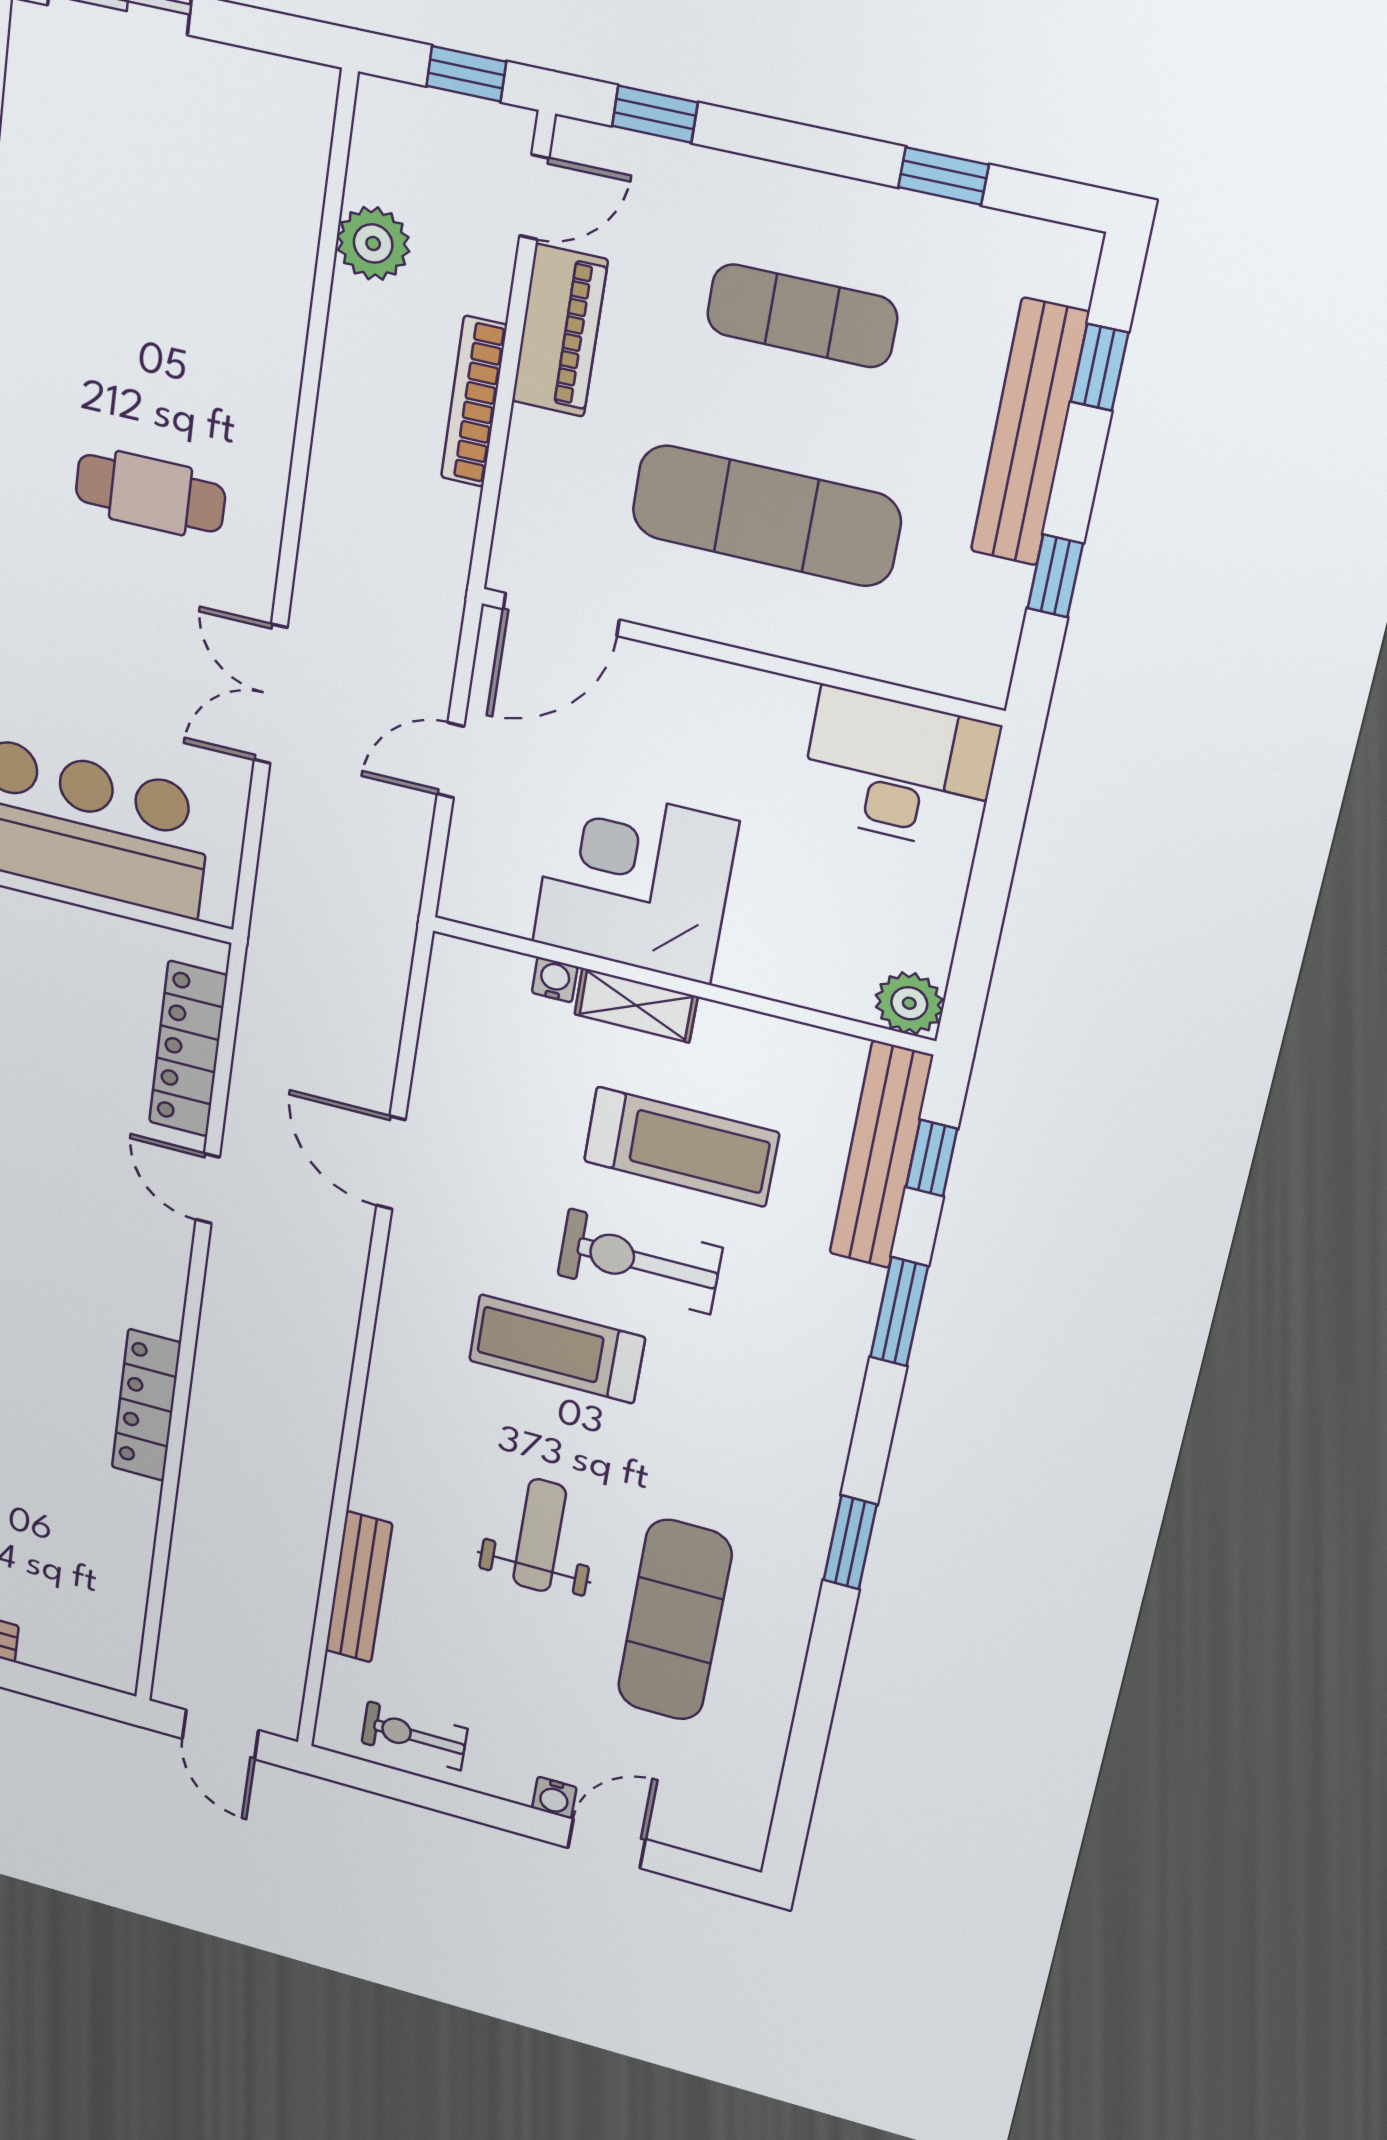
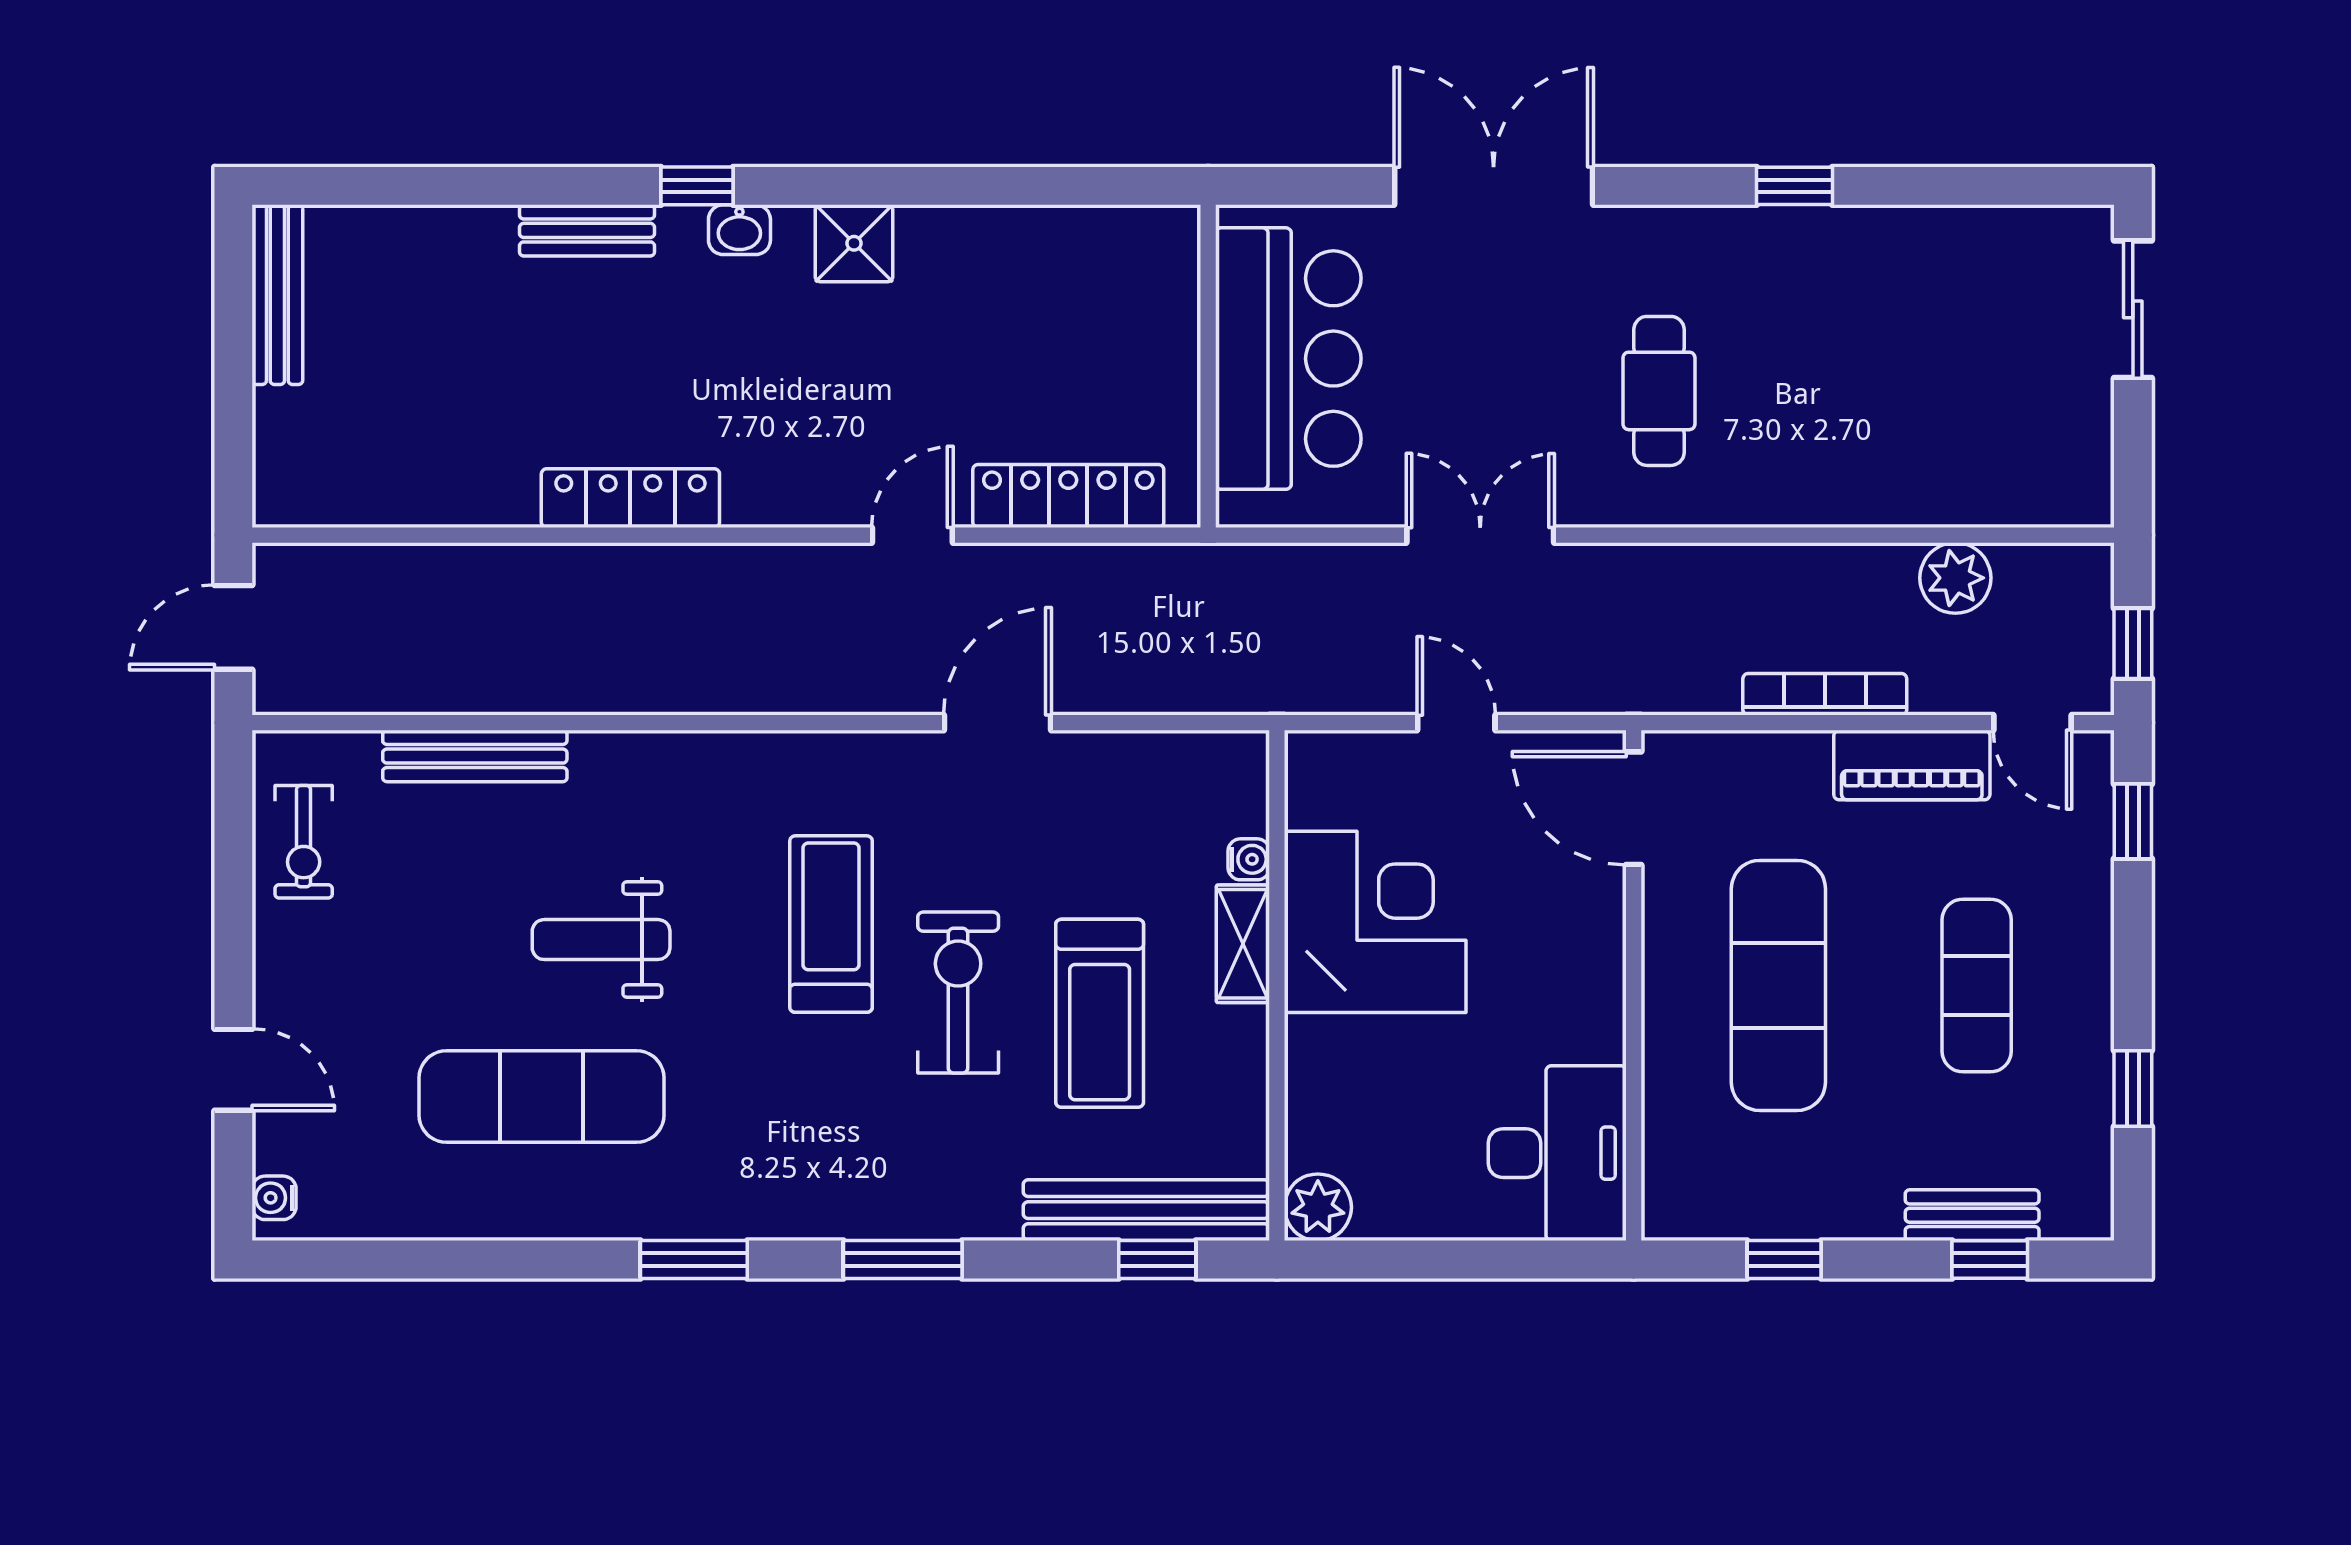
bench: (1029, 433) -> (1972, 1215), width x0.54, depth x0.82
window: (899, 1312) -> (903, 1260), moved
weight bench: (540, 1535) -> (601, 940), turned 180
exercise bike: (414, 1736) -> (304, 842), turned 180
water cooler: (554, 1798) -> (274, 1198), moved

